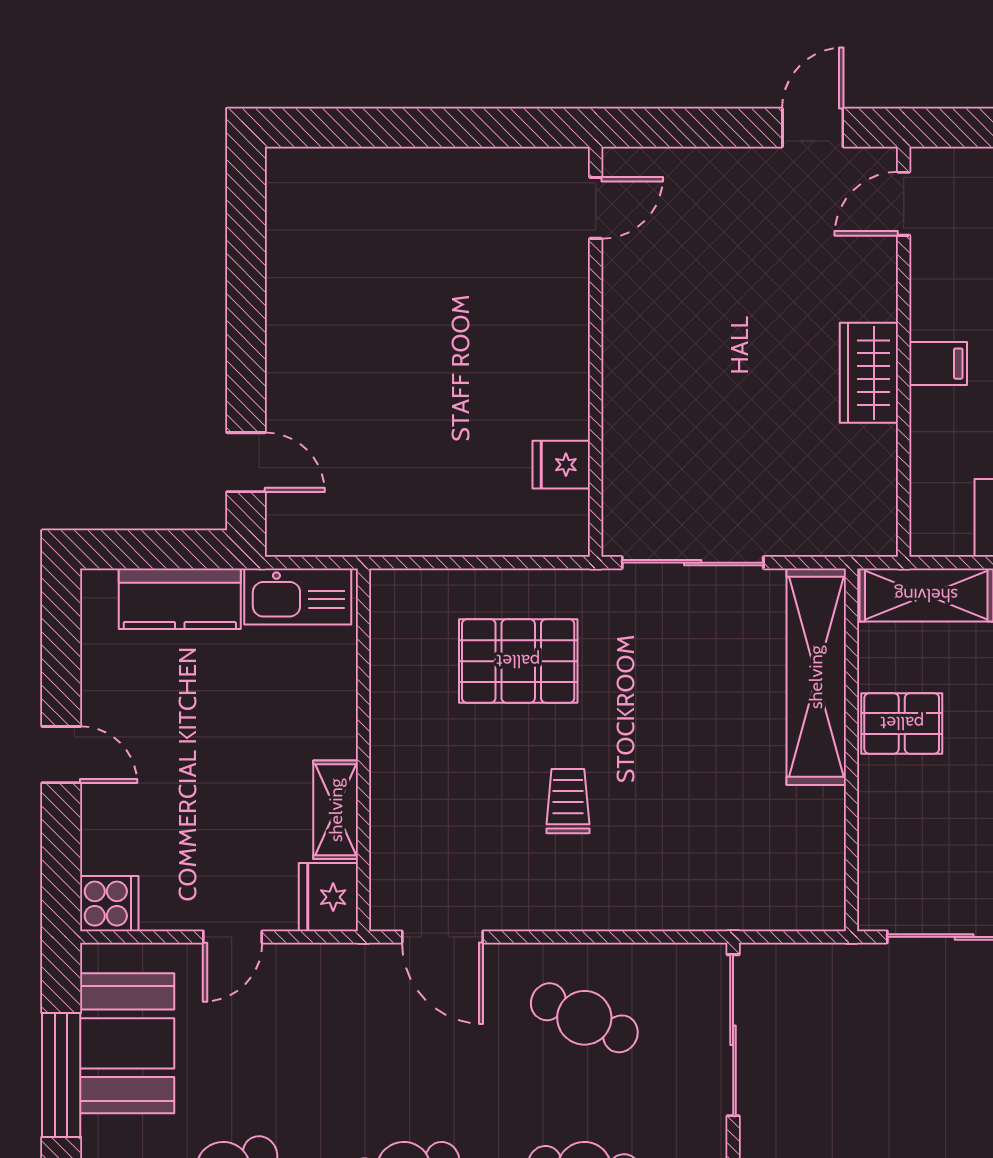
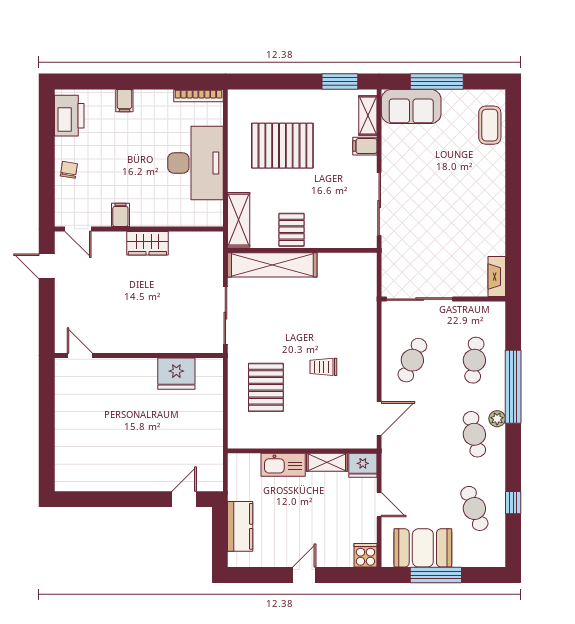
filing cabinet: (938, 364) -> (120, 215), moved
fridge: (561, 465) -> (176, 374), width x1.88, depth x1.34
kitchen sink: (298, 596) -> (283, 465), moved, turned 90

